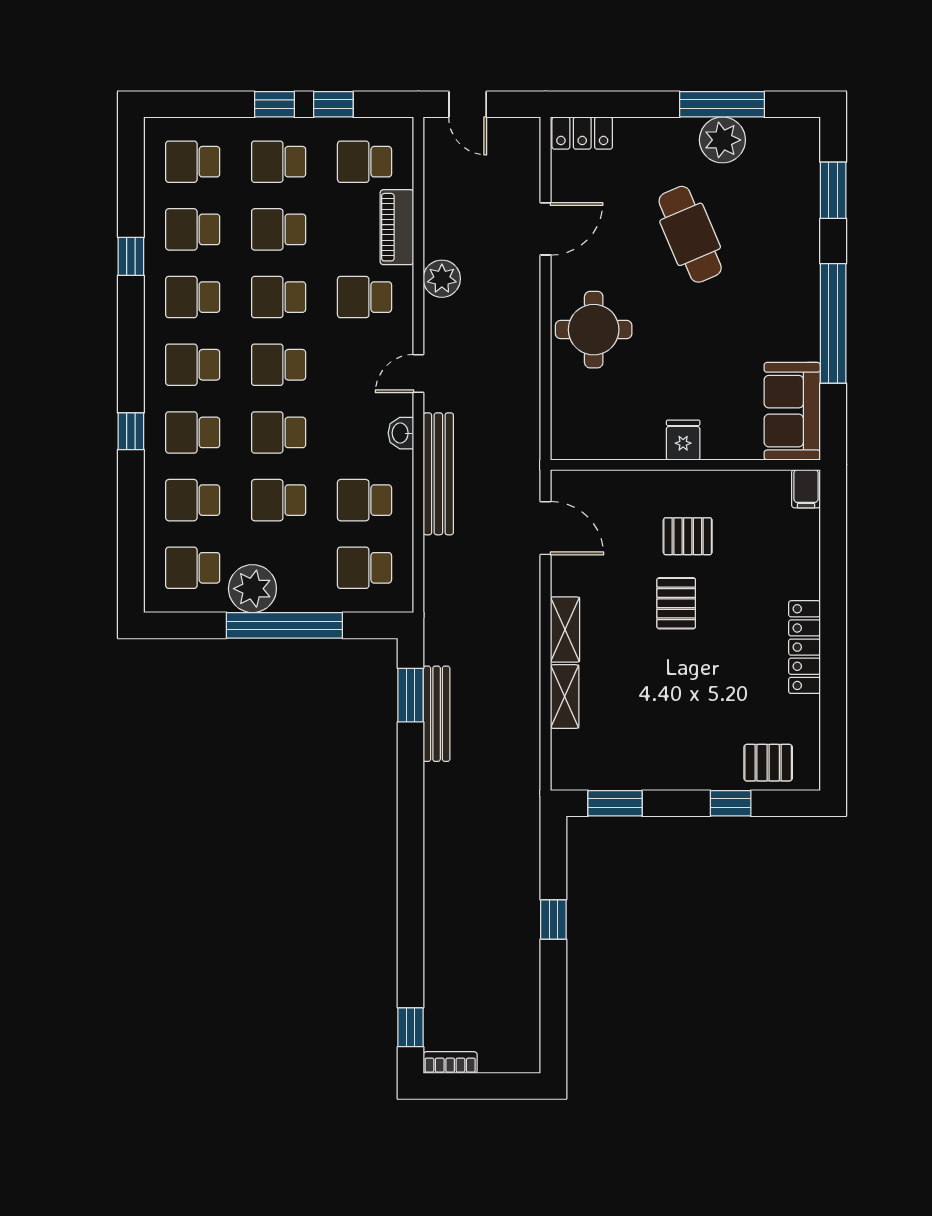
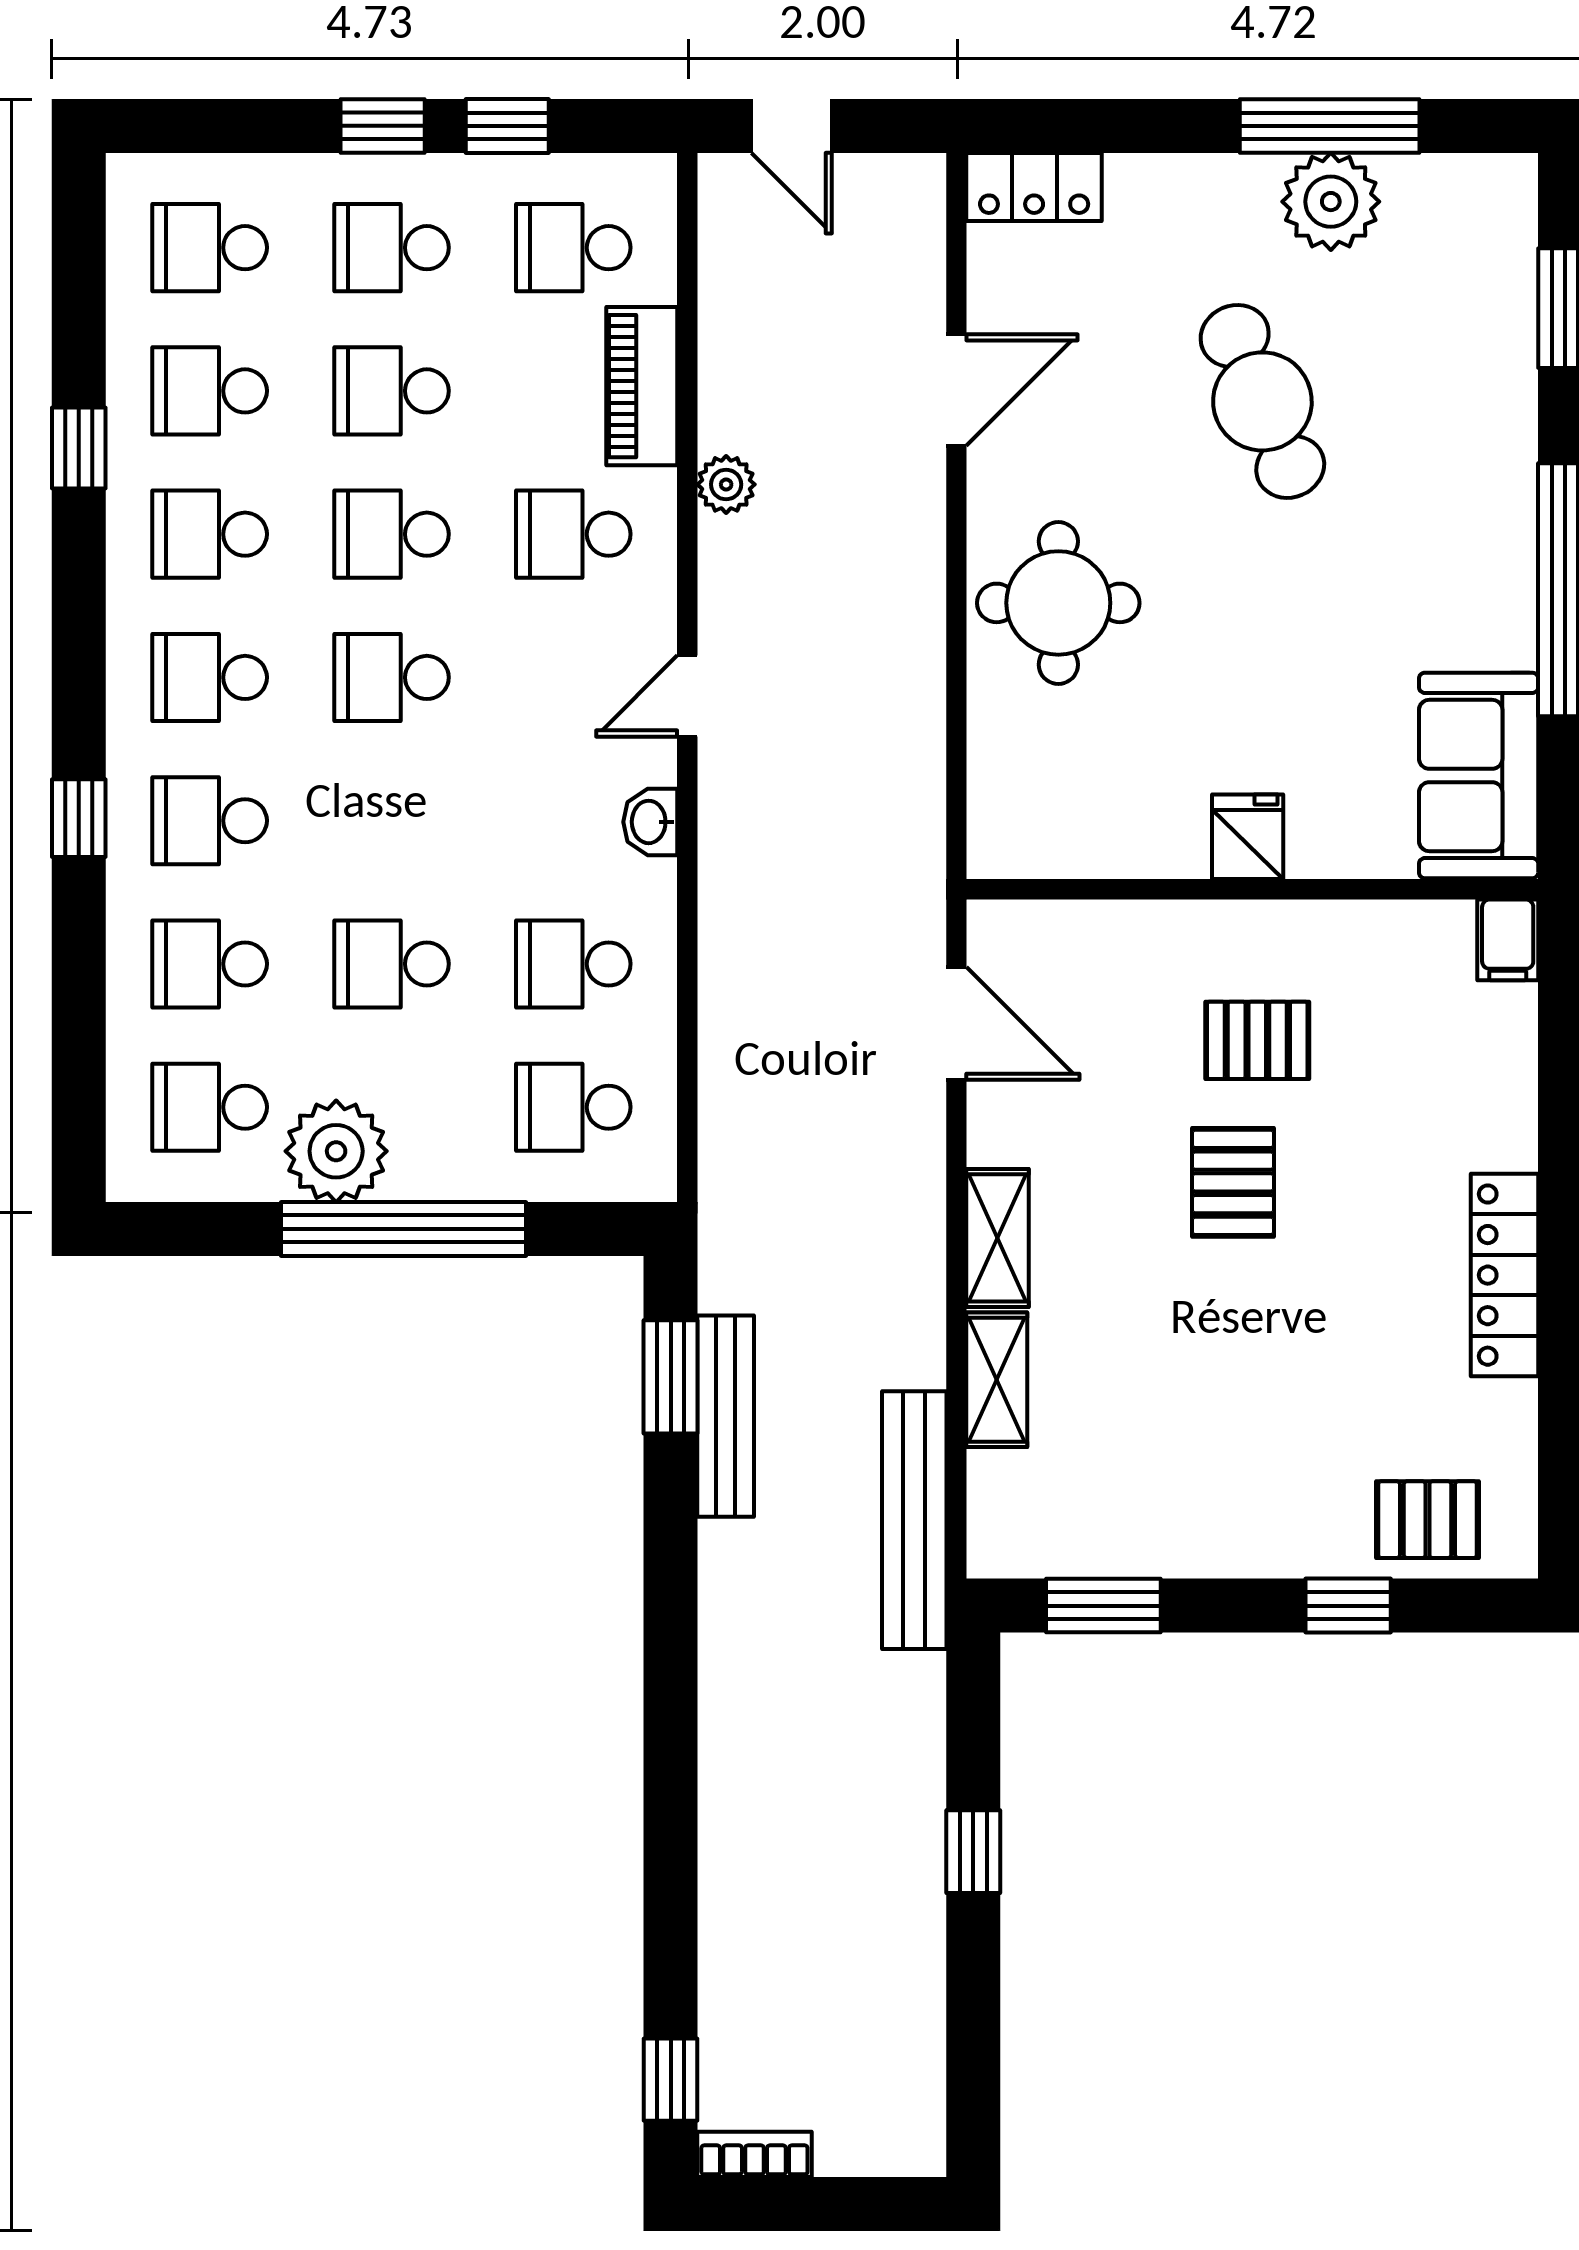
plant: (442, 279) -> (726, 484), width x0.73, depth x0.73
school desk: (279, 432) -> (391, 821), removed
bench: (438, 474) -> (914, 1520), moved

